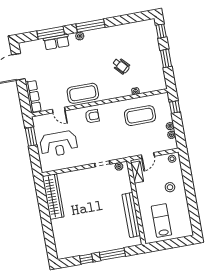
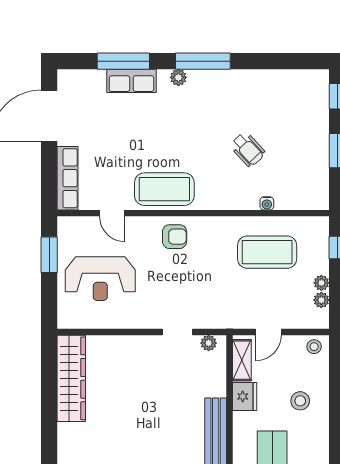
fridge: (142, 190) -> (245, 396), added

